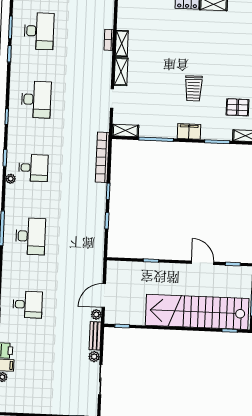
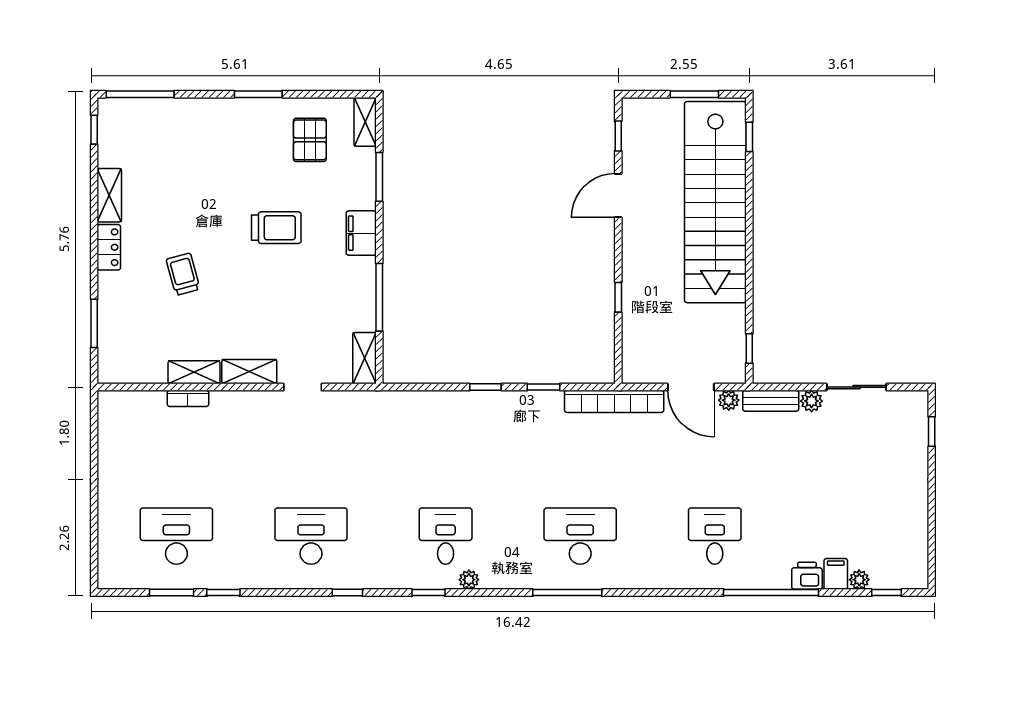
trolley: (172, 40) -> (183, 274), added
bookcase: (102, 157) -> (614, 401), moved

